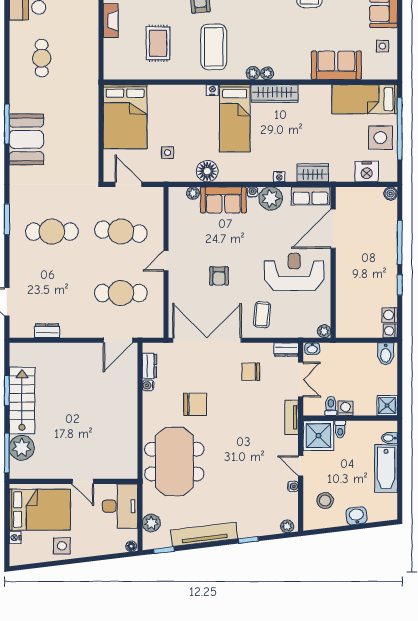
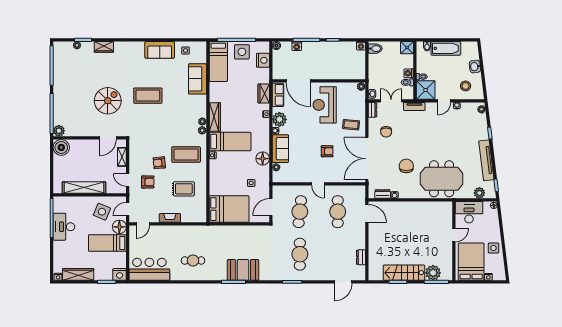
washing machine: (390, 315) -> (297, 46), moved

